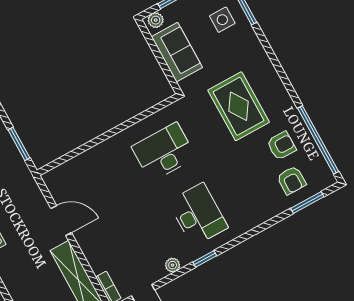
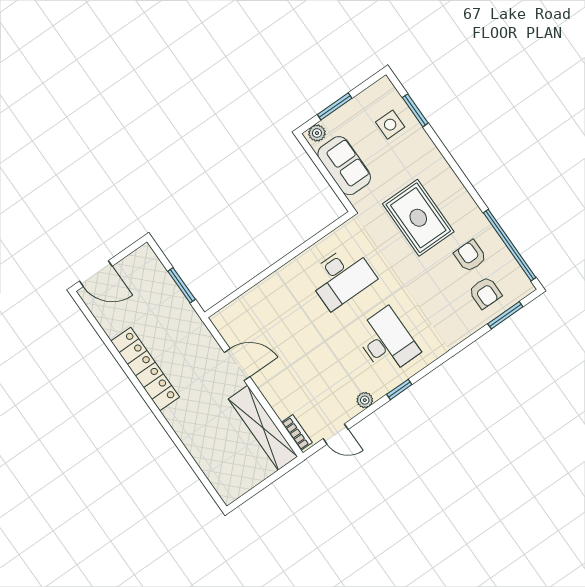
armchair: (281, 146) -> (470, 256), turned -90
desk: (164, 152) -> (342, 277), turned 180

